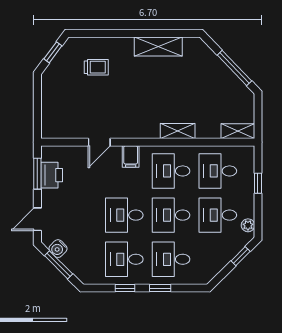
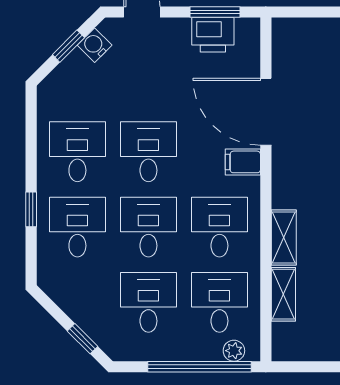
shelving: (238, 131) -> (283, 294), moved
door: (99, 142) -> (266, 112), width x1.88
window: (258, 183) -> (200, 367), width x3.17
plant: (248, 225) -> (234, 351), moved
window: (59, 265) -> (68, 46), width x0.67
window: (125, 288) -> (31, 153), removed

